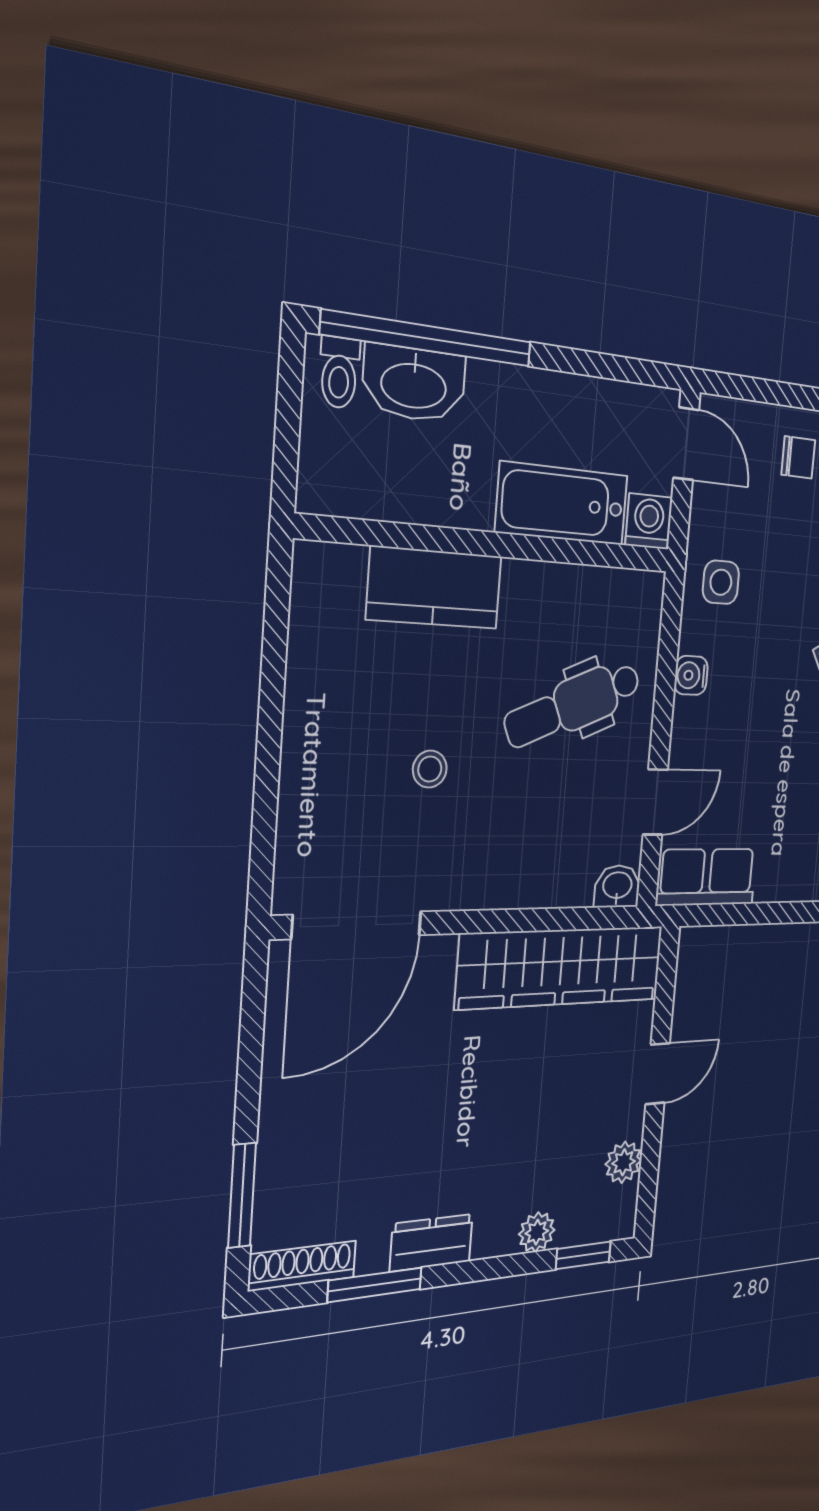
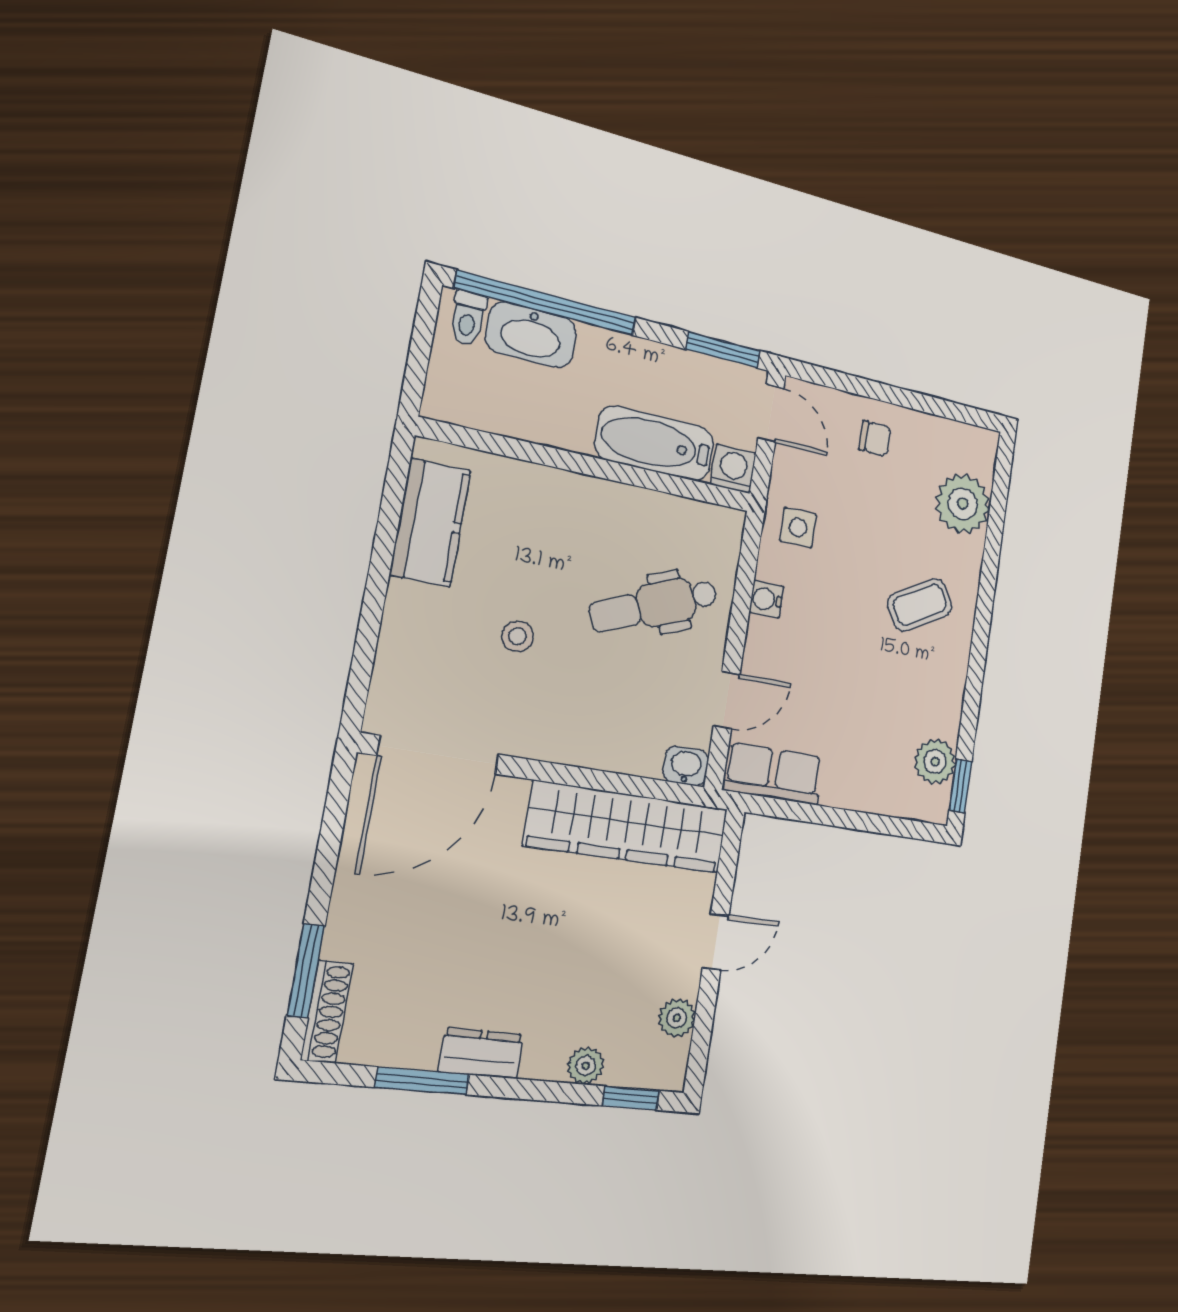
window: (630, 370) -> (723, 350), added
kitchen counter: (434, 588) -> (430, 522), moved, turned -90
shoe rack: (302, 1266) -> (327, 1011), moved, turned 90

